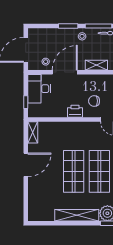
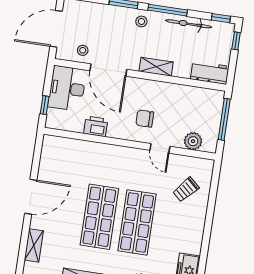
door: (65, 72) -> (108, 70), swing flipped
printer: (75, 111) -> (96, 126), moved
shelving: (33, 132) -> (34, 245), moved

